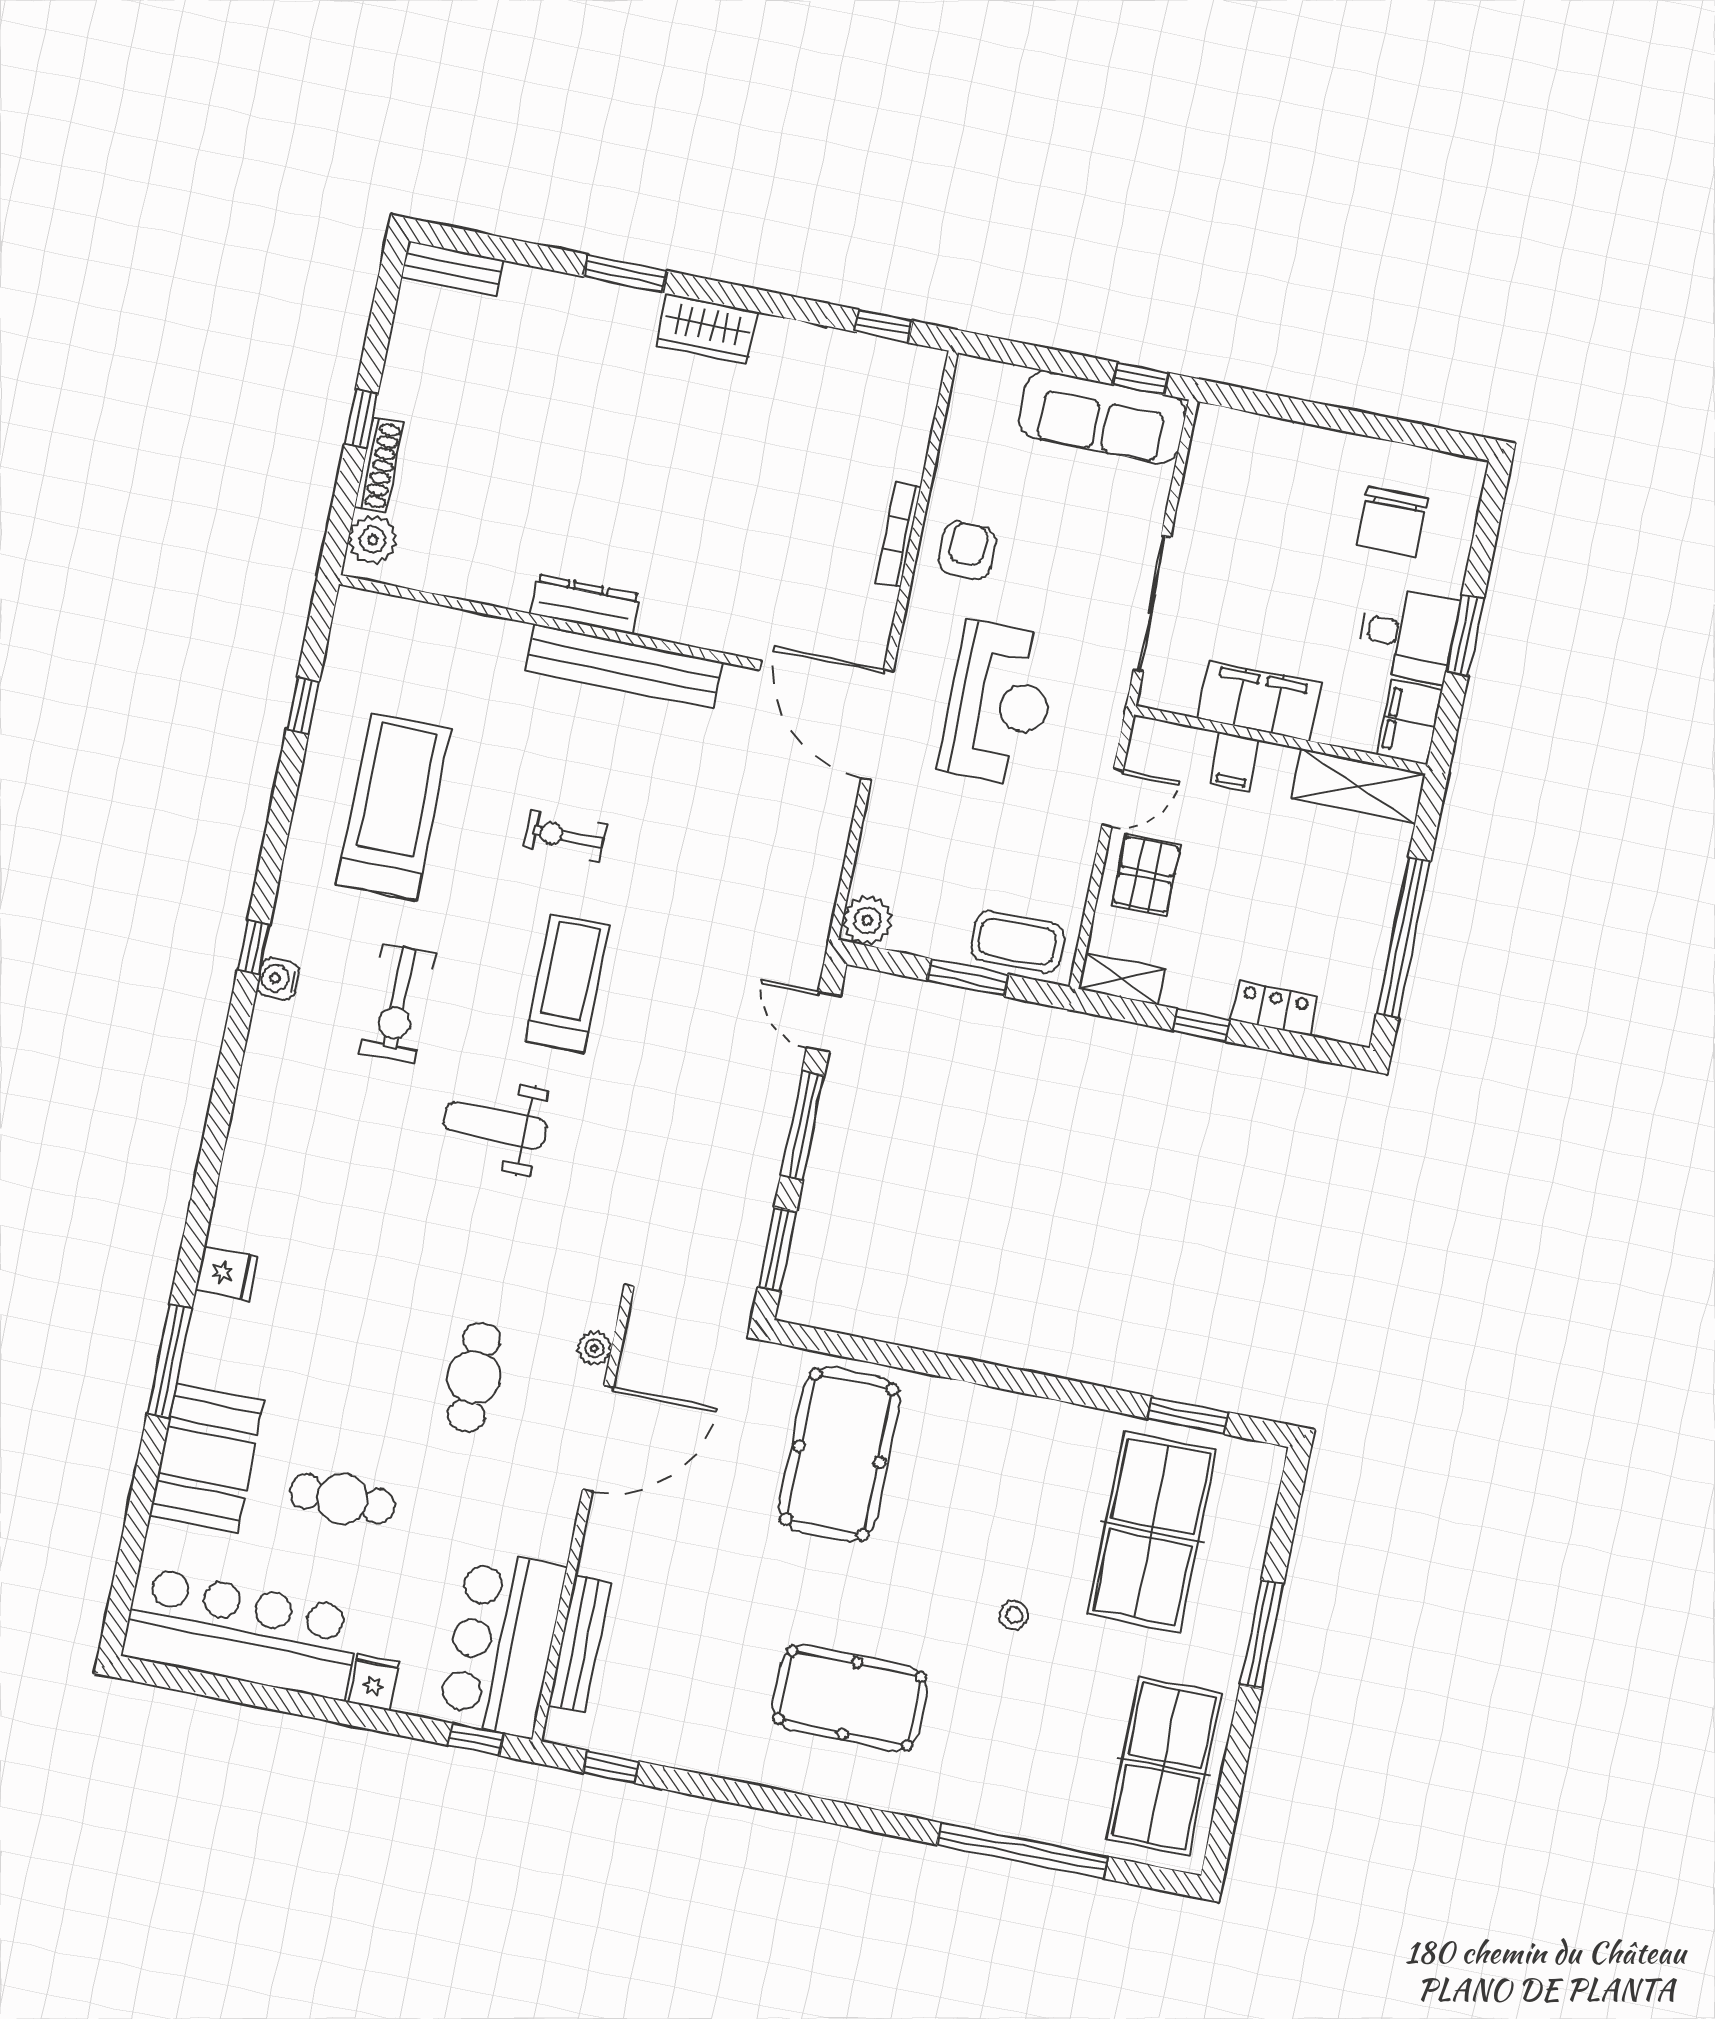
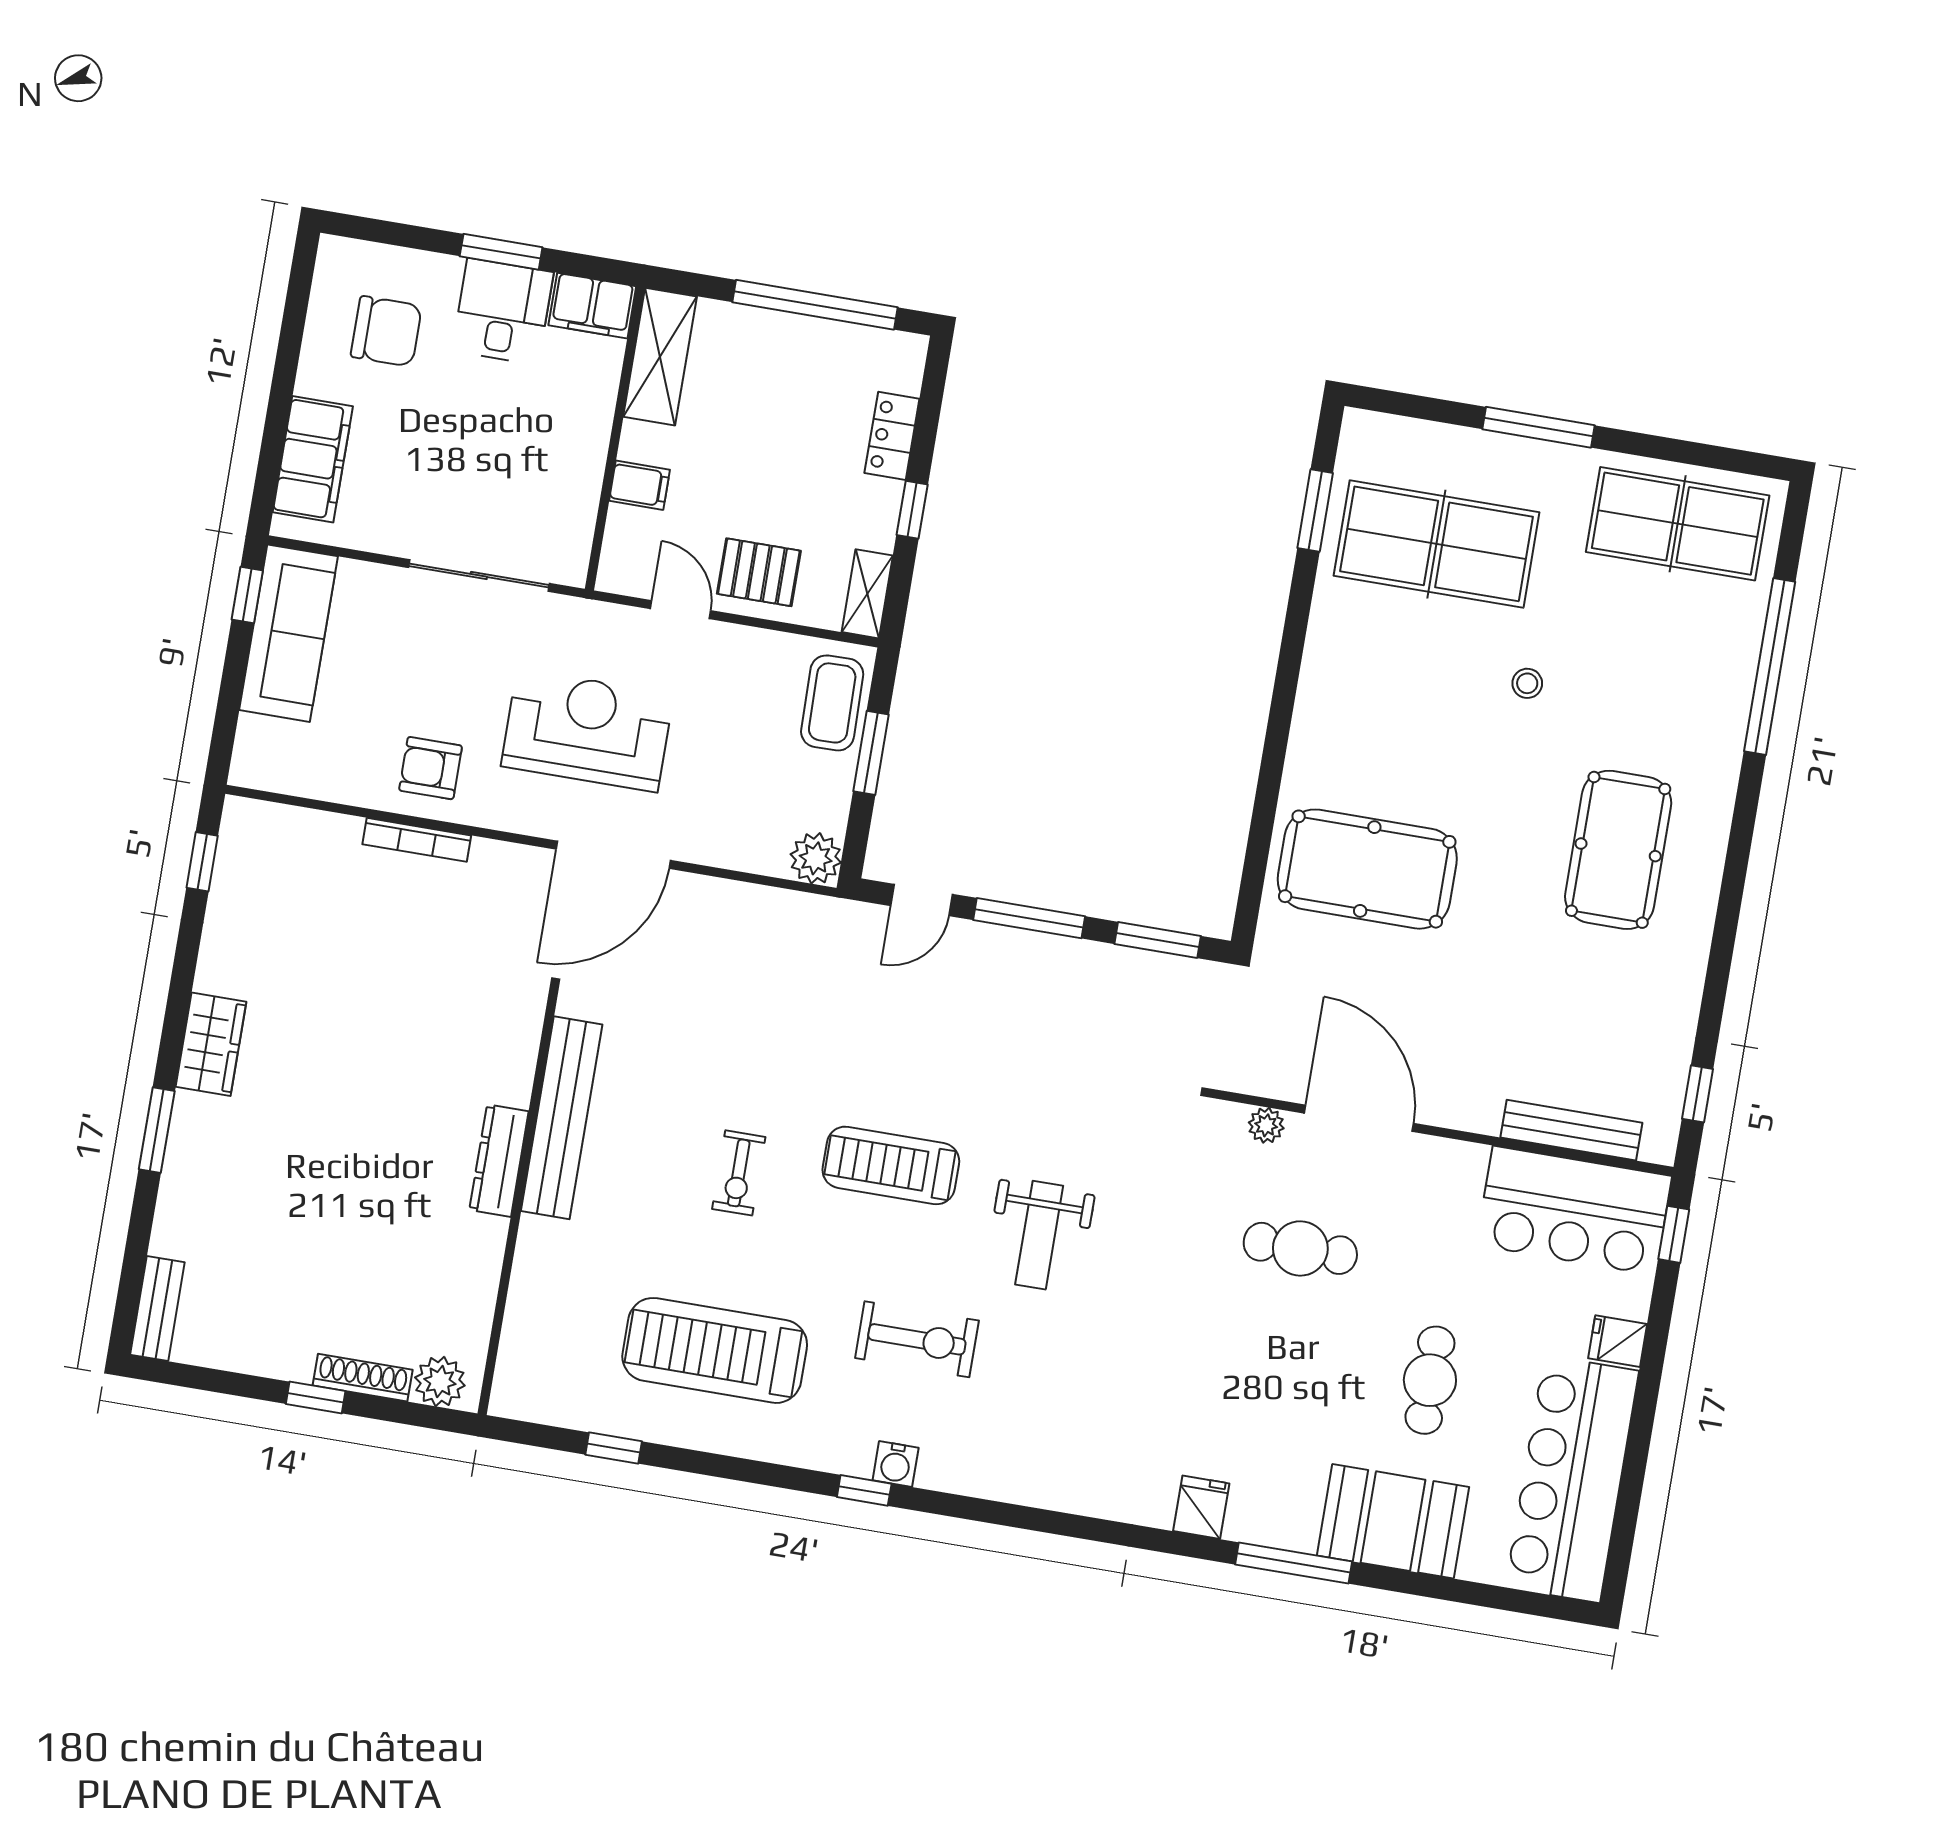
filing cabinet: (1259, 701) -> (313, 459), moved, turned 180

